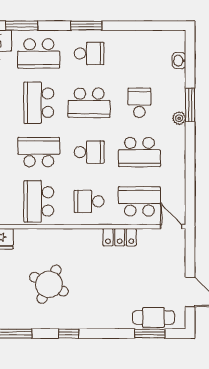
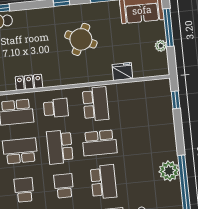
school desk: (89, 103) -> (64, 186), width x0.54
school desk: (139, 103) -> (24, 190), turned 180
school desk: (89, 152) -> (60, 147), width x1.85

